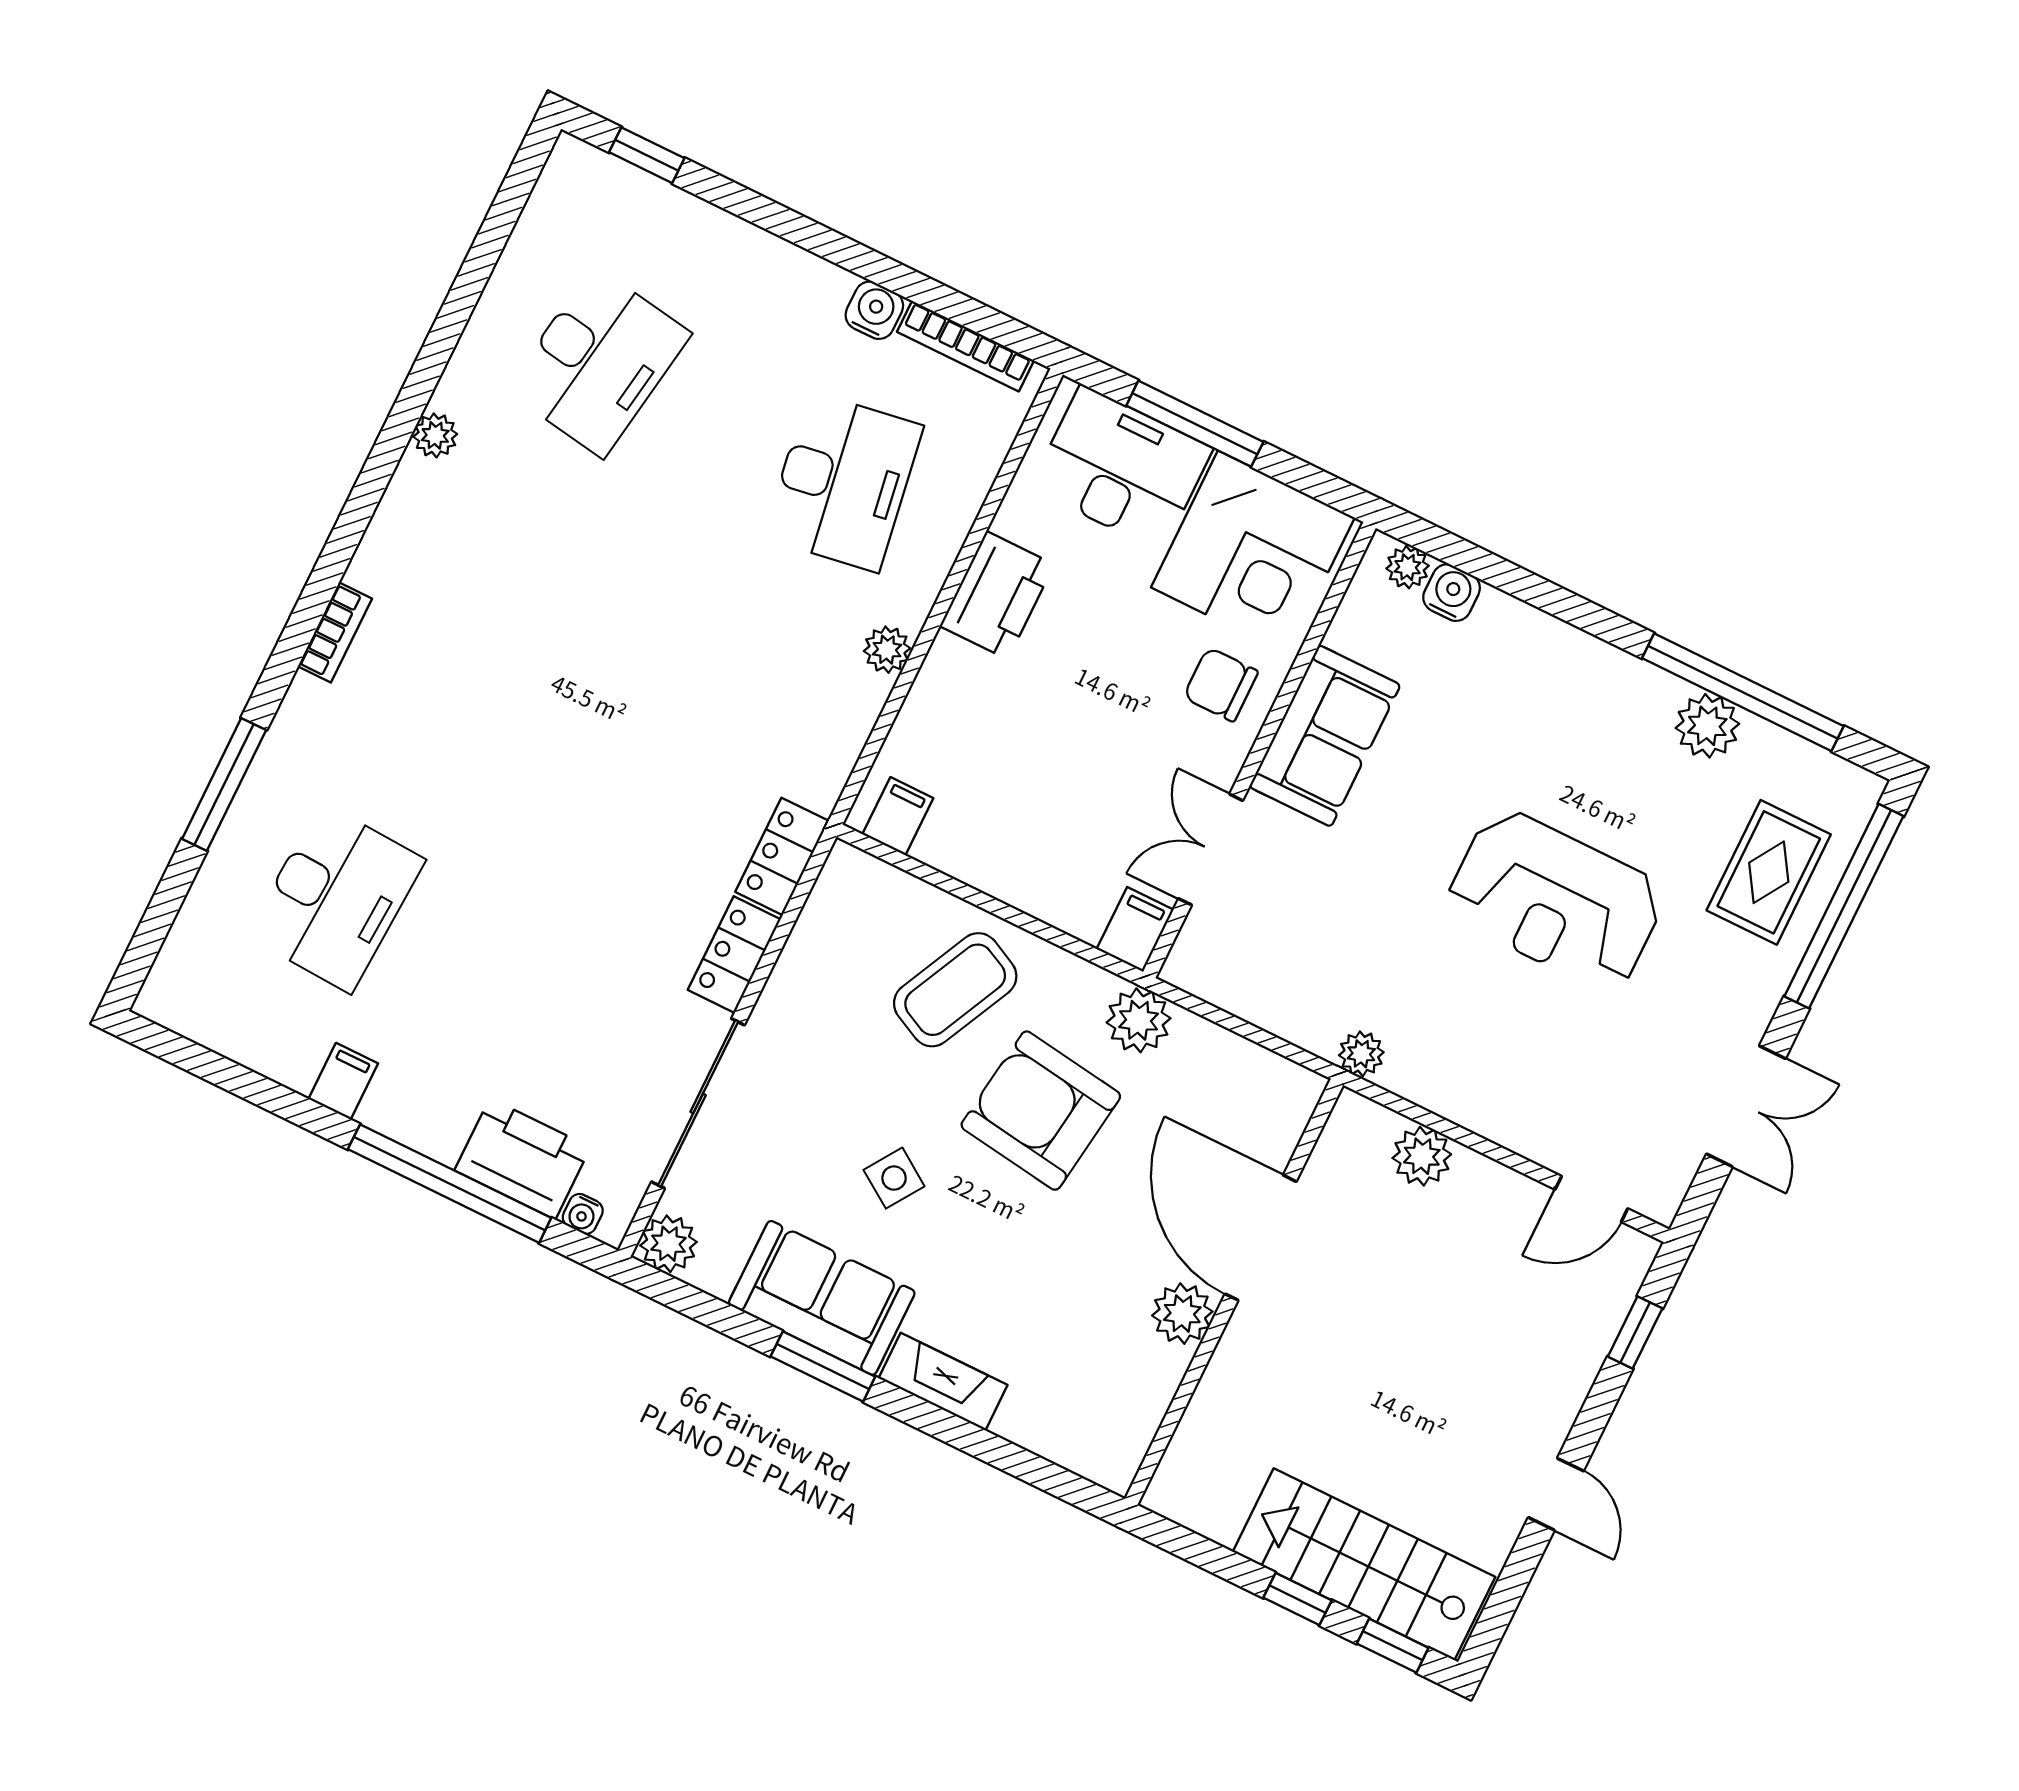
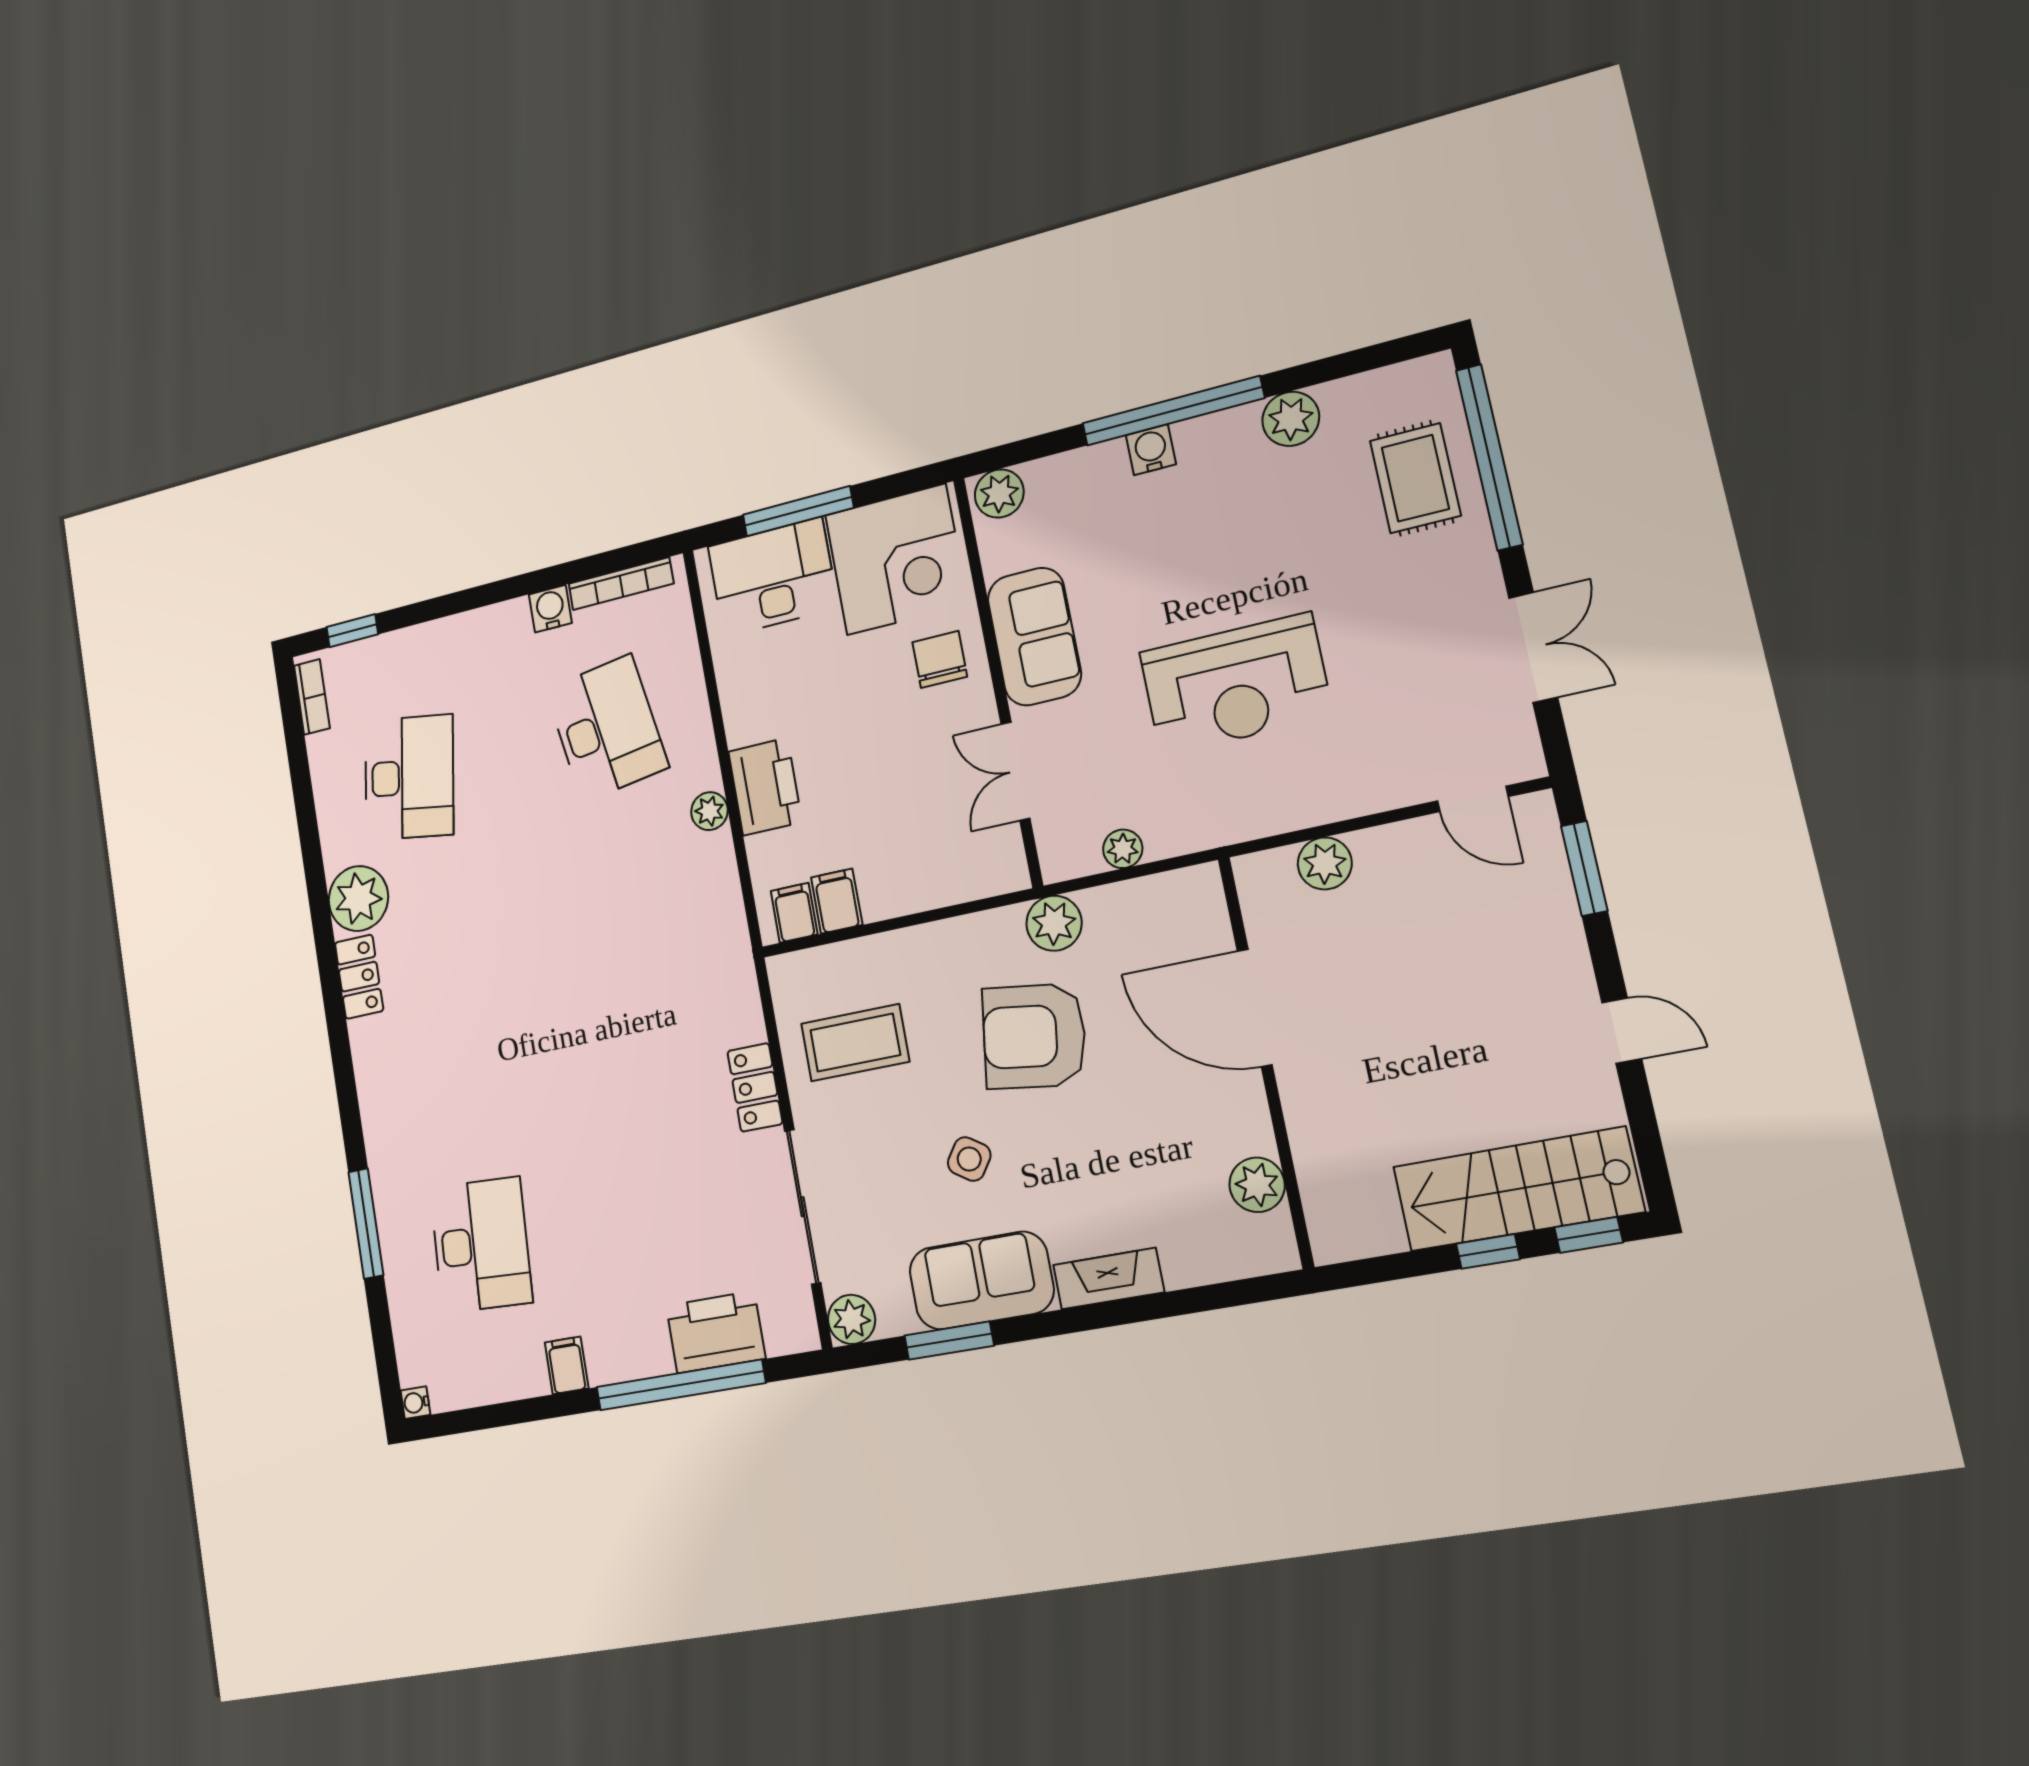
plant: (435, 435) -> (358, 898), width x1.88, depth x1.88
plant: (1408, 567) -> (999, 493), width x1.38, depth x1.38
water cooler: (1452, 593) -> (1151, 450), moved
printer: (997, 595) -> (765, 787), moved
bookcase: (335, 632) -> (312, 697), moved
chair: (1221, 684) -> (940, 659), turned 90
window: (1743, 692) -> (1173, 411), moved
locker: (782, 856) -> (359, 977), moved, turned 180
reception desk: (1555, 900) -> (1236, 684), moved
filing cabinet: (1135, 929) -> (837, 901), moved
coffee table: (955, 990) -> (855, 1043), moved, turned 64
plant: (1361, 1054) -> (1123, 849), moved
door: (1591, 1199) -> (1473, 799), hinge flipped
water cooler: (583, 1214) -> (415, 1403), moved, turned 90
plant: (1182, 1314) -> (1257, 1185), moved
window: (1635, 1333) -> (1584, 868), width x1.50
window: (823, 1367) -> (949, 1341), moved

